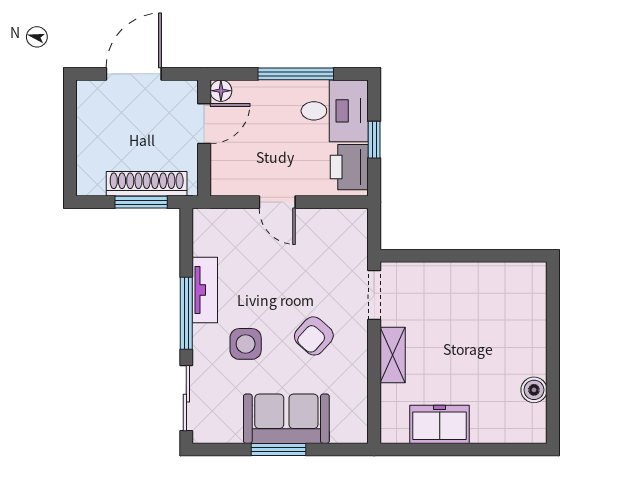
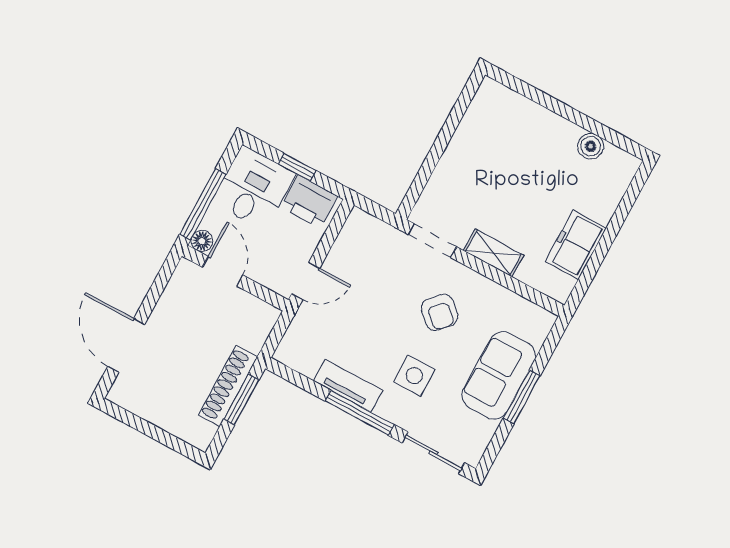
floor lamp: (221, 91) -> (202, 241), moved
door: (204, 124) -> (223, 271), moved
wall: (204, 138) -> (235, 278), moved

